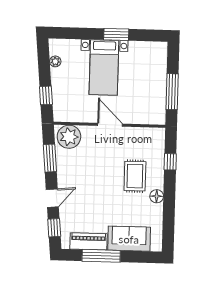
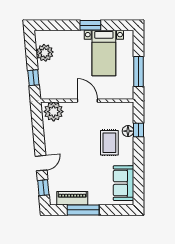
plant: (55, 61) -> (45, 53), width x1.88, depth x1.88
bed with nightstands: (104, 68) -> (104, 53), moved
window: (50, 158) -> (38, 130), removed
floor lamp: (157, 196) -> (128, 131), moved
sofa: (129, 239) -> (123, 183), moved, turned -90

